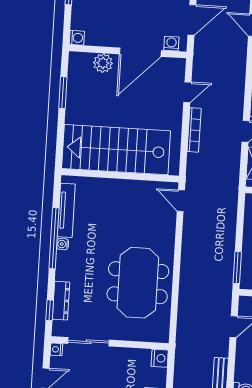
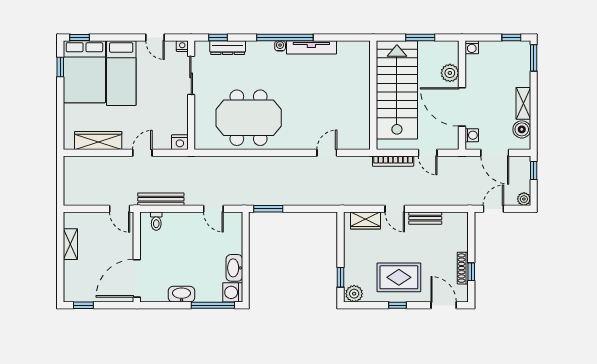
stairs: (116, 150) -> (397, 90), moved
wall: (120, 175) -> (373, 95), moved

